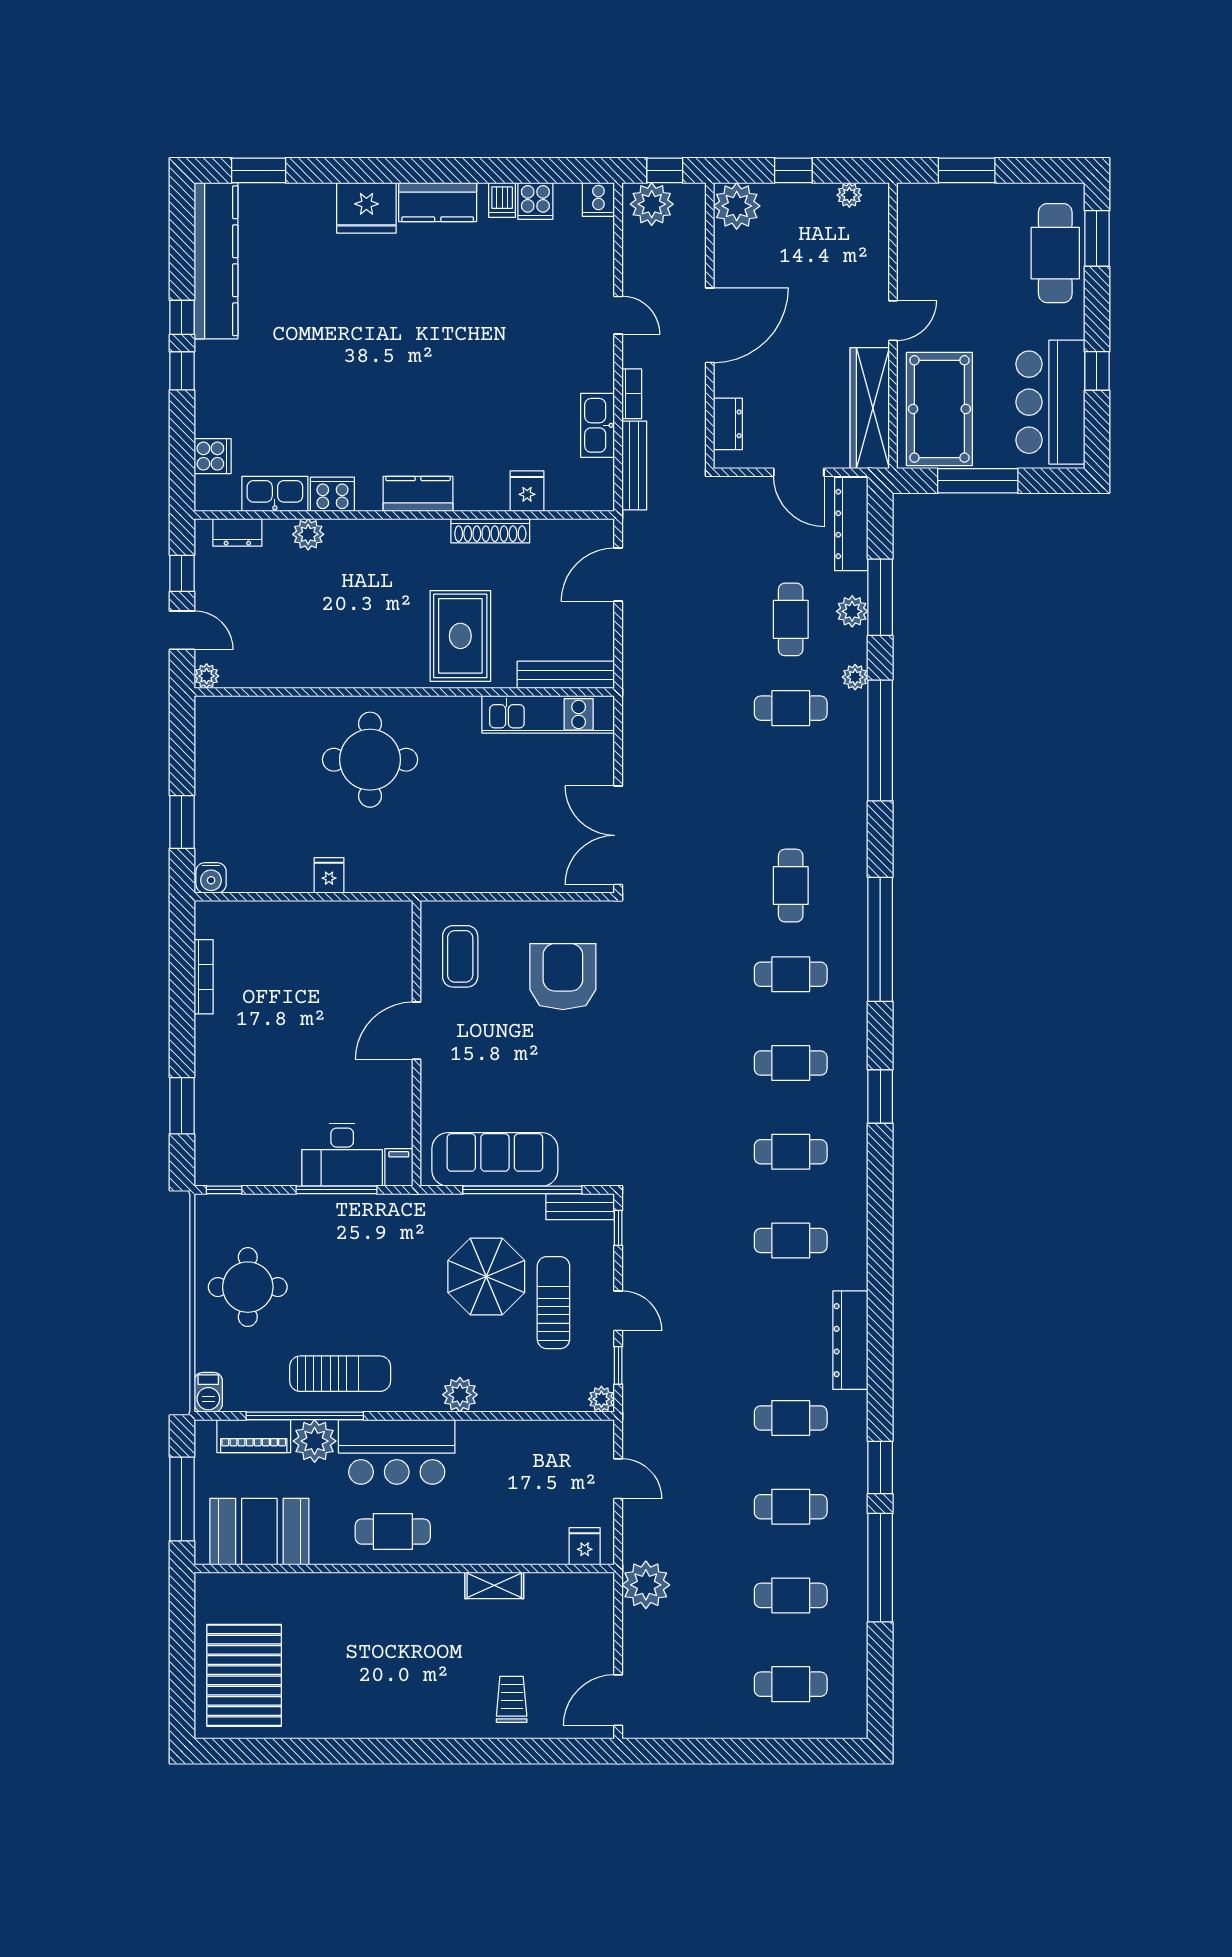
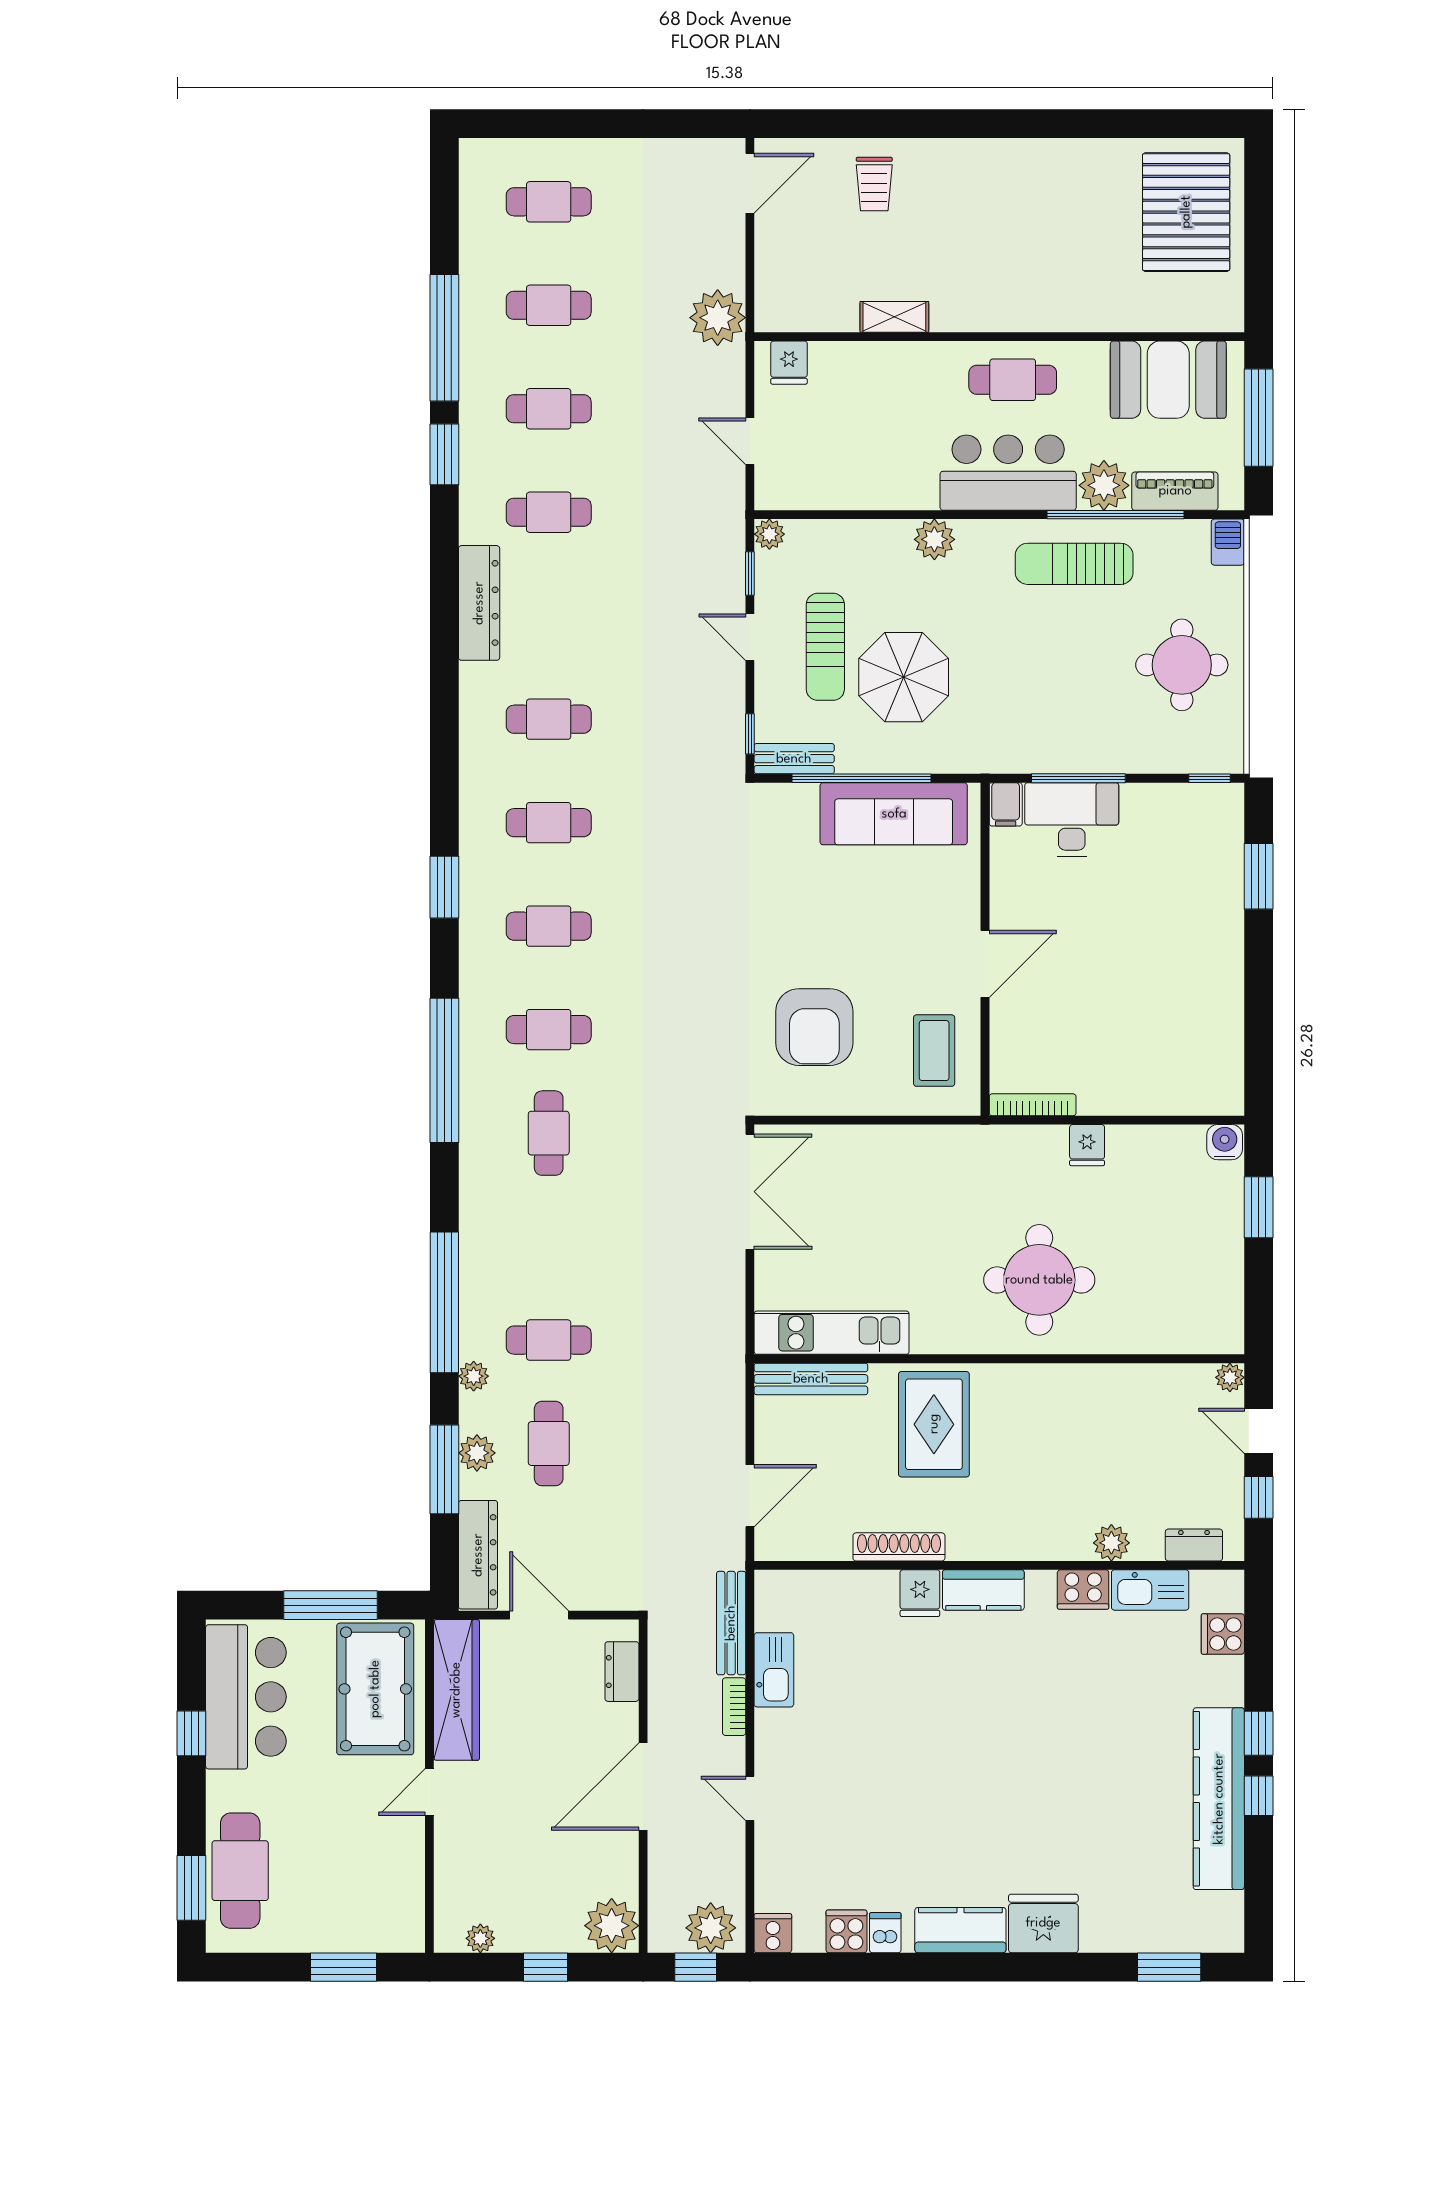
kitchen counter: (216, 261) -> (1219, 1799), moved
fridge: (527, 491) -> (920, 1593), moved
bookcase: (204, 977) -> (1033, 1105), moved, turned 90

